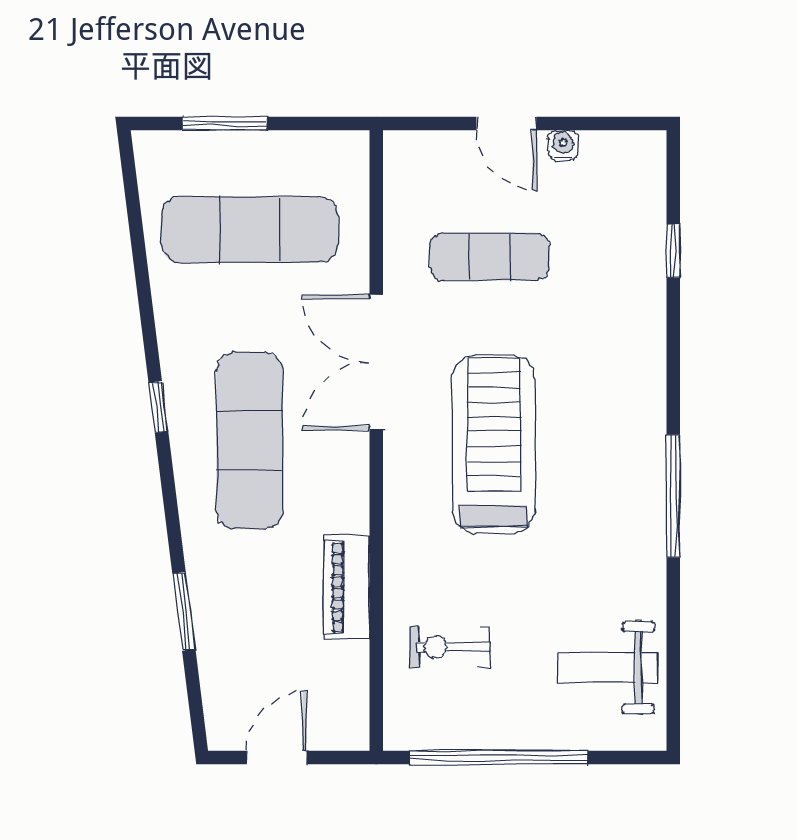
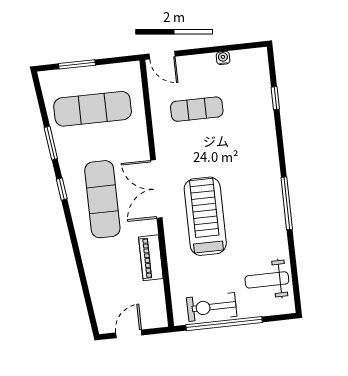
door: (506, 123) -> (162, 55), moved
double door: (376, 362) -> (156, 189), moved
treadmill: (494, 444) -> (205, 216), moved
window: (184, 611) -> (51, 143), moved
exercise bike: (450, 647) -> (212, 307), moved, width x1.38, depth x1.39

